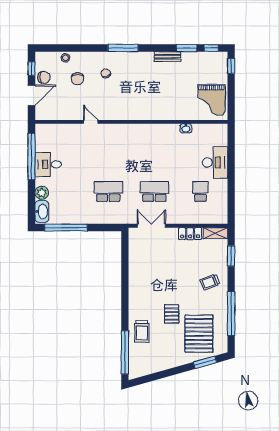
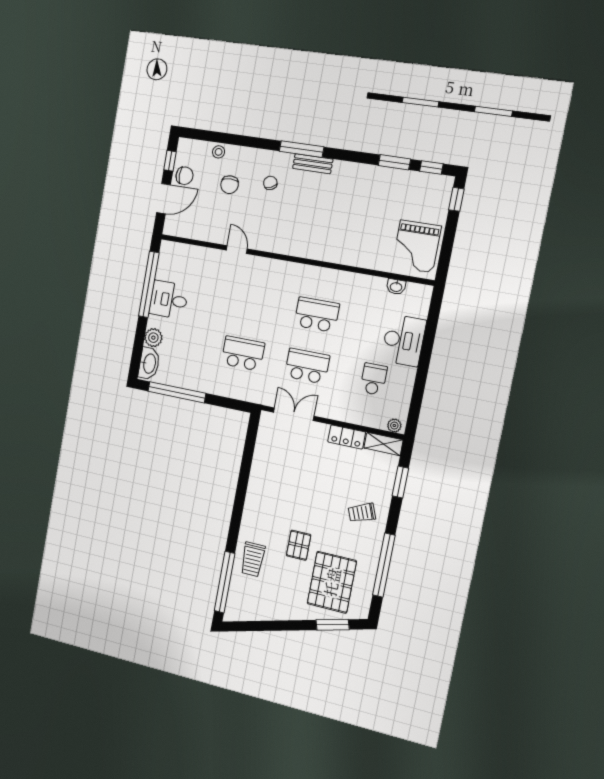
bench: (167, 57) -> (313, 164), moved
washbasin: (186, 128) -> (396, 287), moved
school desk: (154, 156) -> (317, 315), added
plant: (220, 219) -> (394, 426), added

